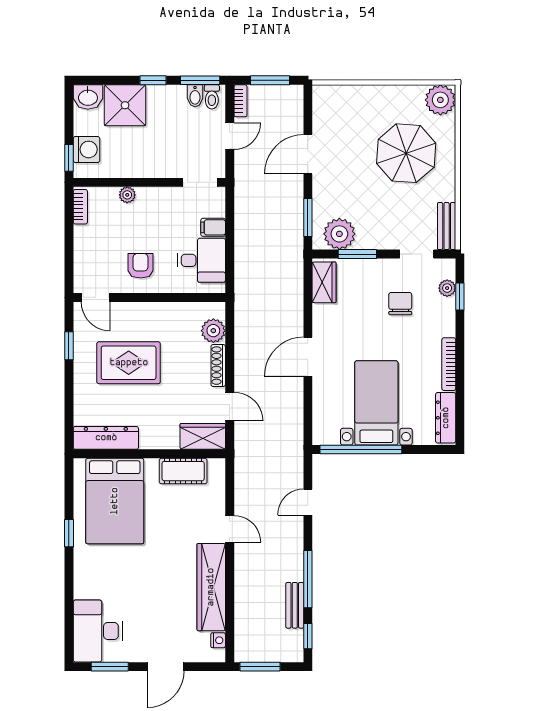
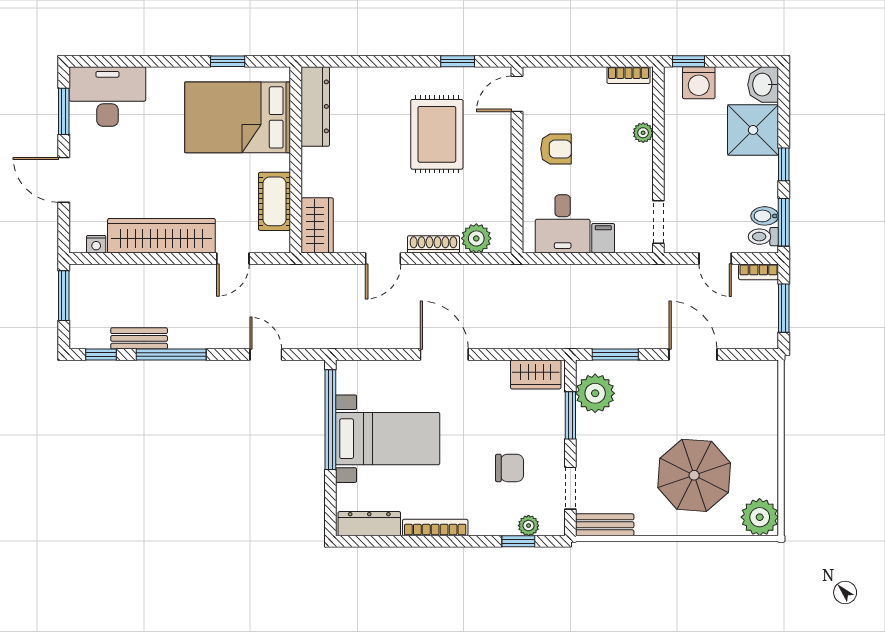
wardrobe: (203, 436) -> (317, 225), moved
dresser: (106, 438) -> (315, 106), moved
wall: (149, 454) -> (296, 160), moved
cot: (183, 471) -> (275, 201), moved
bed: (115, 501) -> (238, 117), moved

